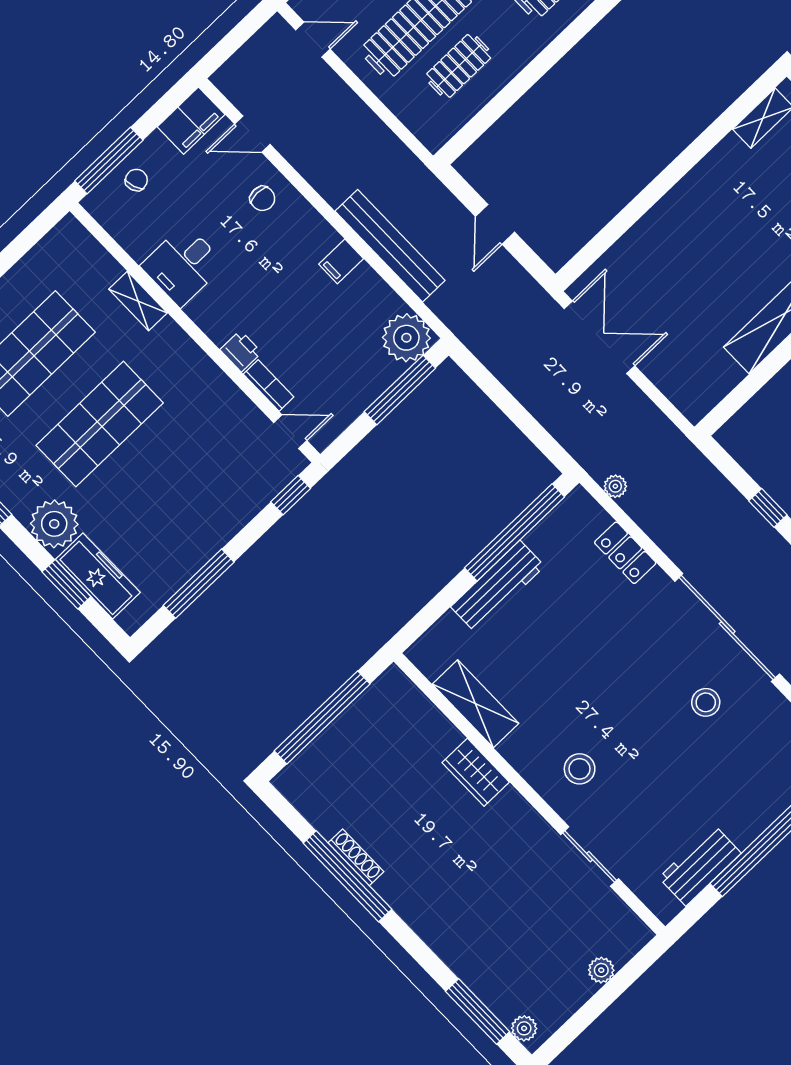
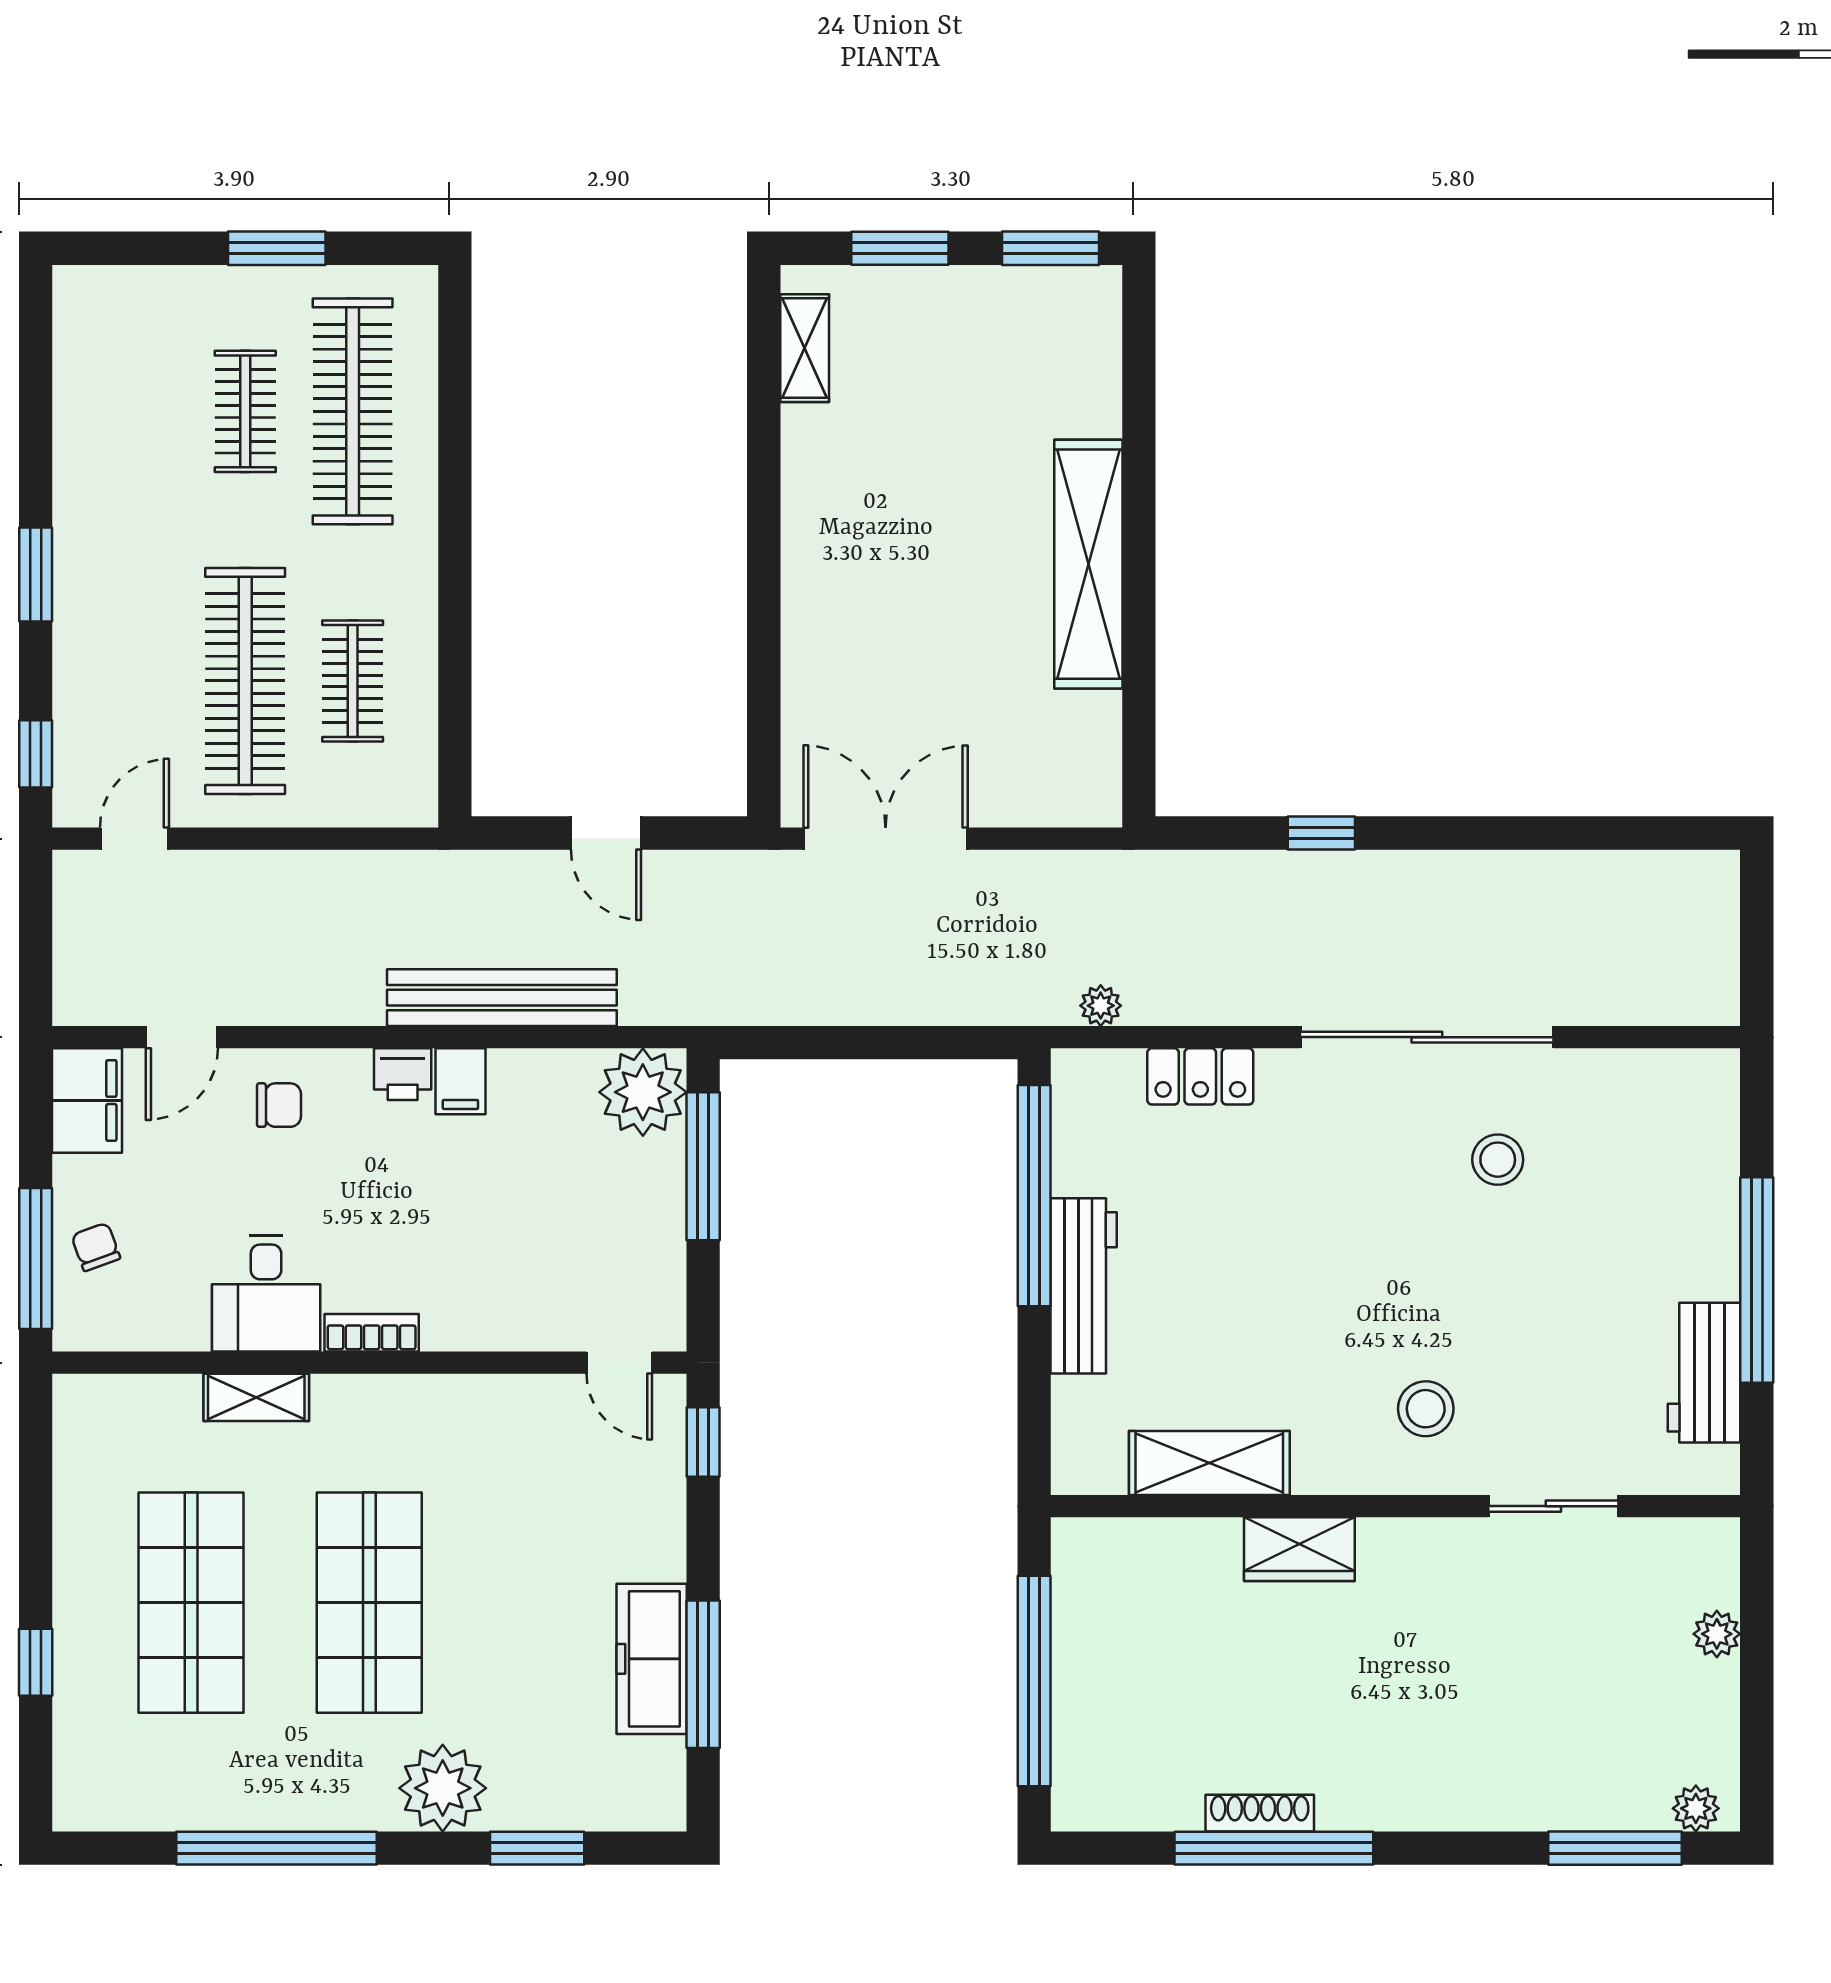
printer: (241, 351) -> (403, 1074), moved, turned 180
bookcase: (269, 385) -> (372, 1333), moved
door: (290, 432) -> (619, 1363), swing flipped
freezer: (98, 576) -> (652, 1659), moved, turned -90

